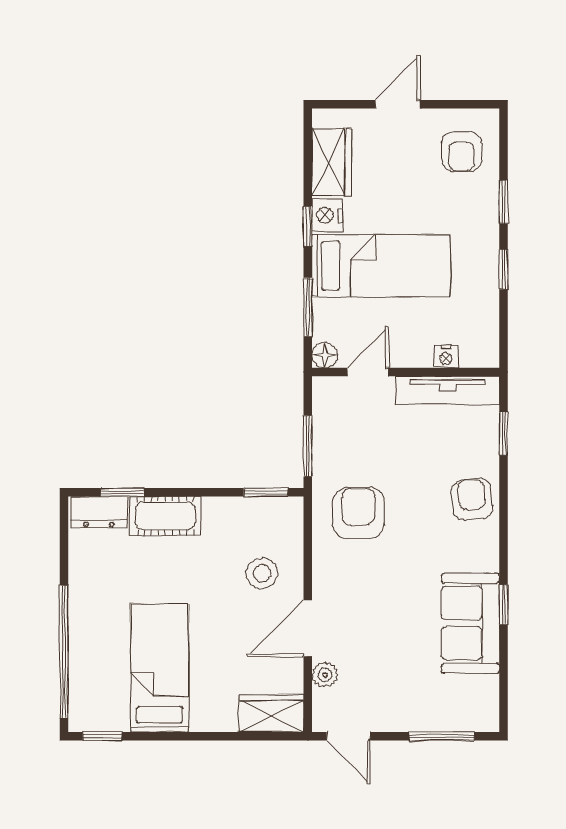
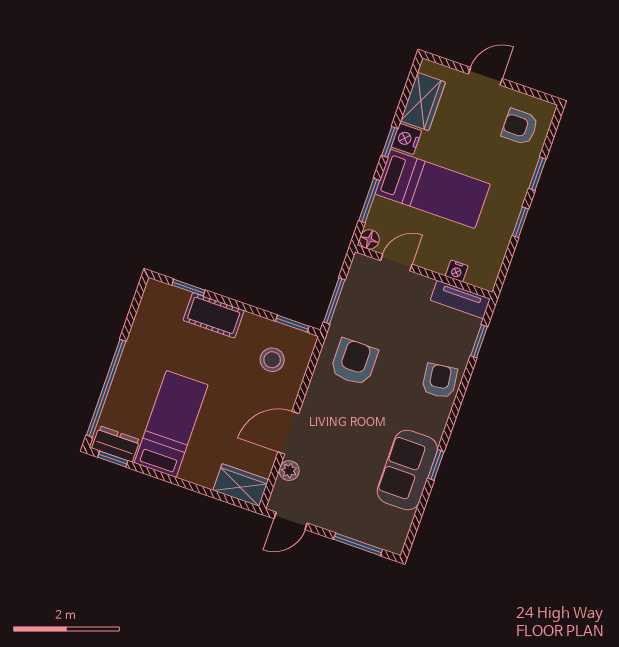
armchair: (462, 152) -> (520, 127), turned 90
tv unit: (448, 390) -> (460, 300), width x0.71
dresser: (99, 512) -> (116, 444), moved, turned 180
stool: (262, 573) -> (272, 360), moved
door: (349, 736) -> (291, 521), hinge flipped

